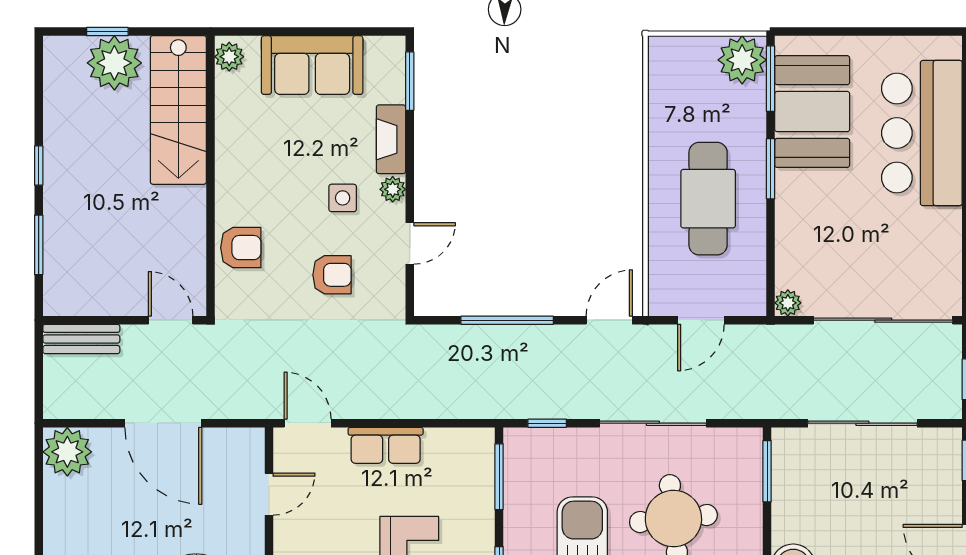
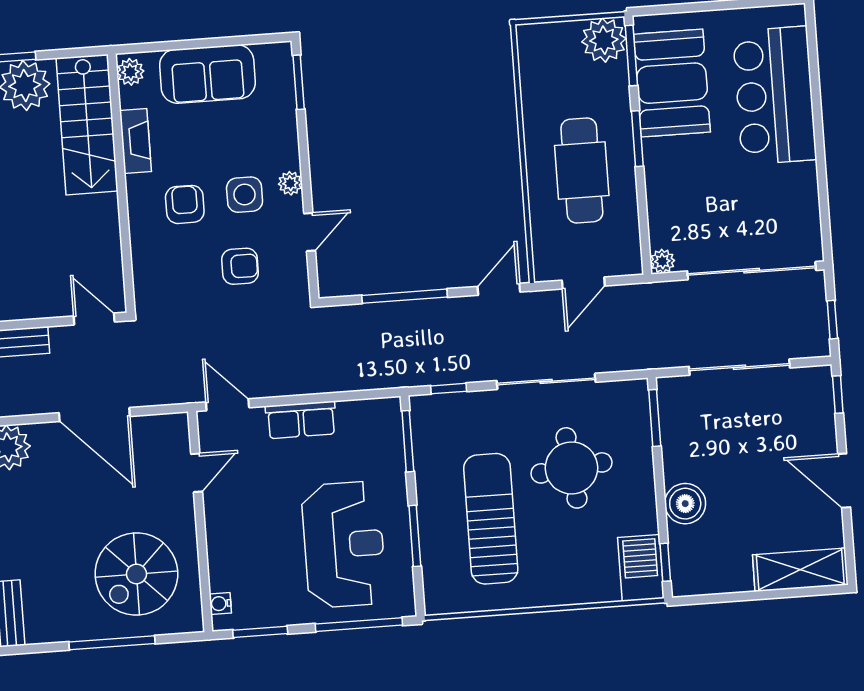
fireplace: (391, 139) -> (136, 141), moved, turned 180
side table: (343, 198) -> (245, 195), width x1.37, depth x1.37
armchair: (241, 248) -> (185, 204), moved, turned -90

